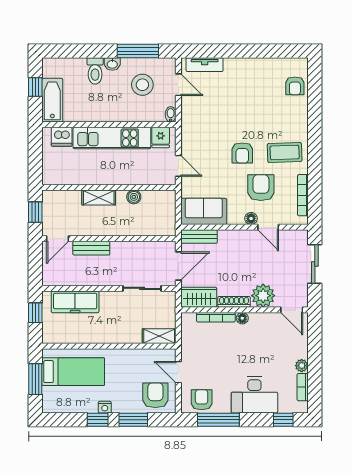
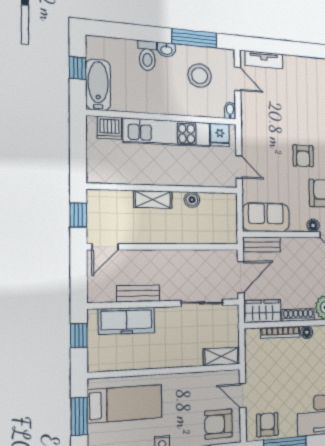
bench: (91, 248) -> (138, 293), moved
armchair: (155, 395) -> (218, 424), turned -90

